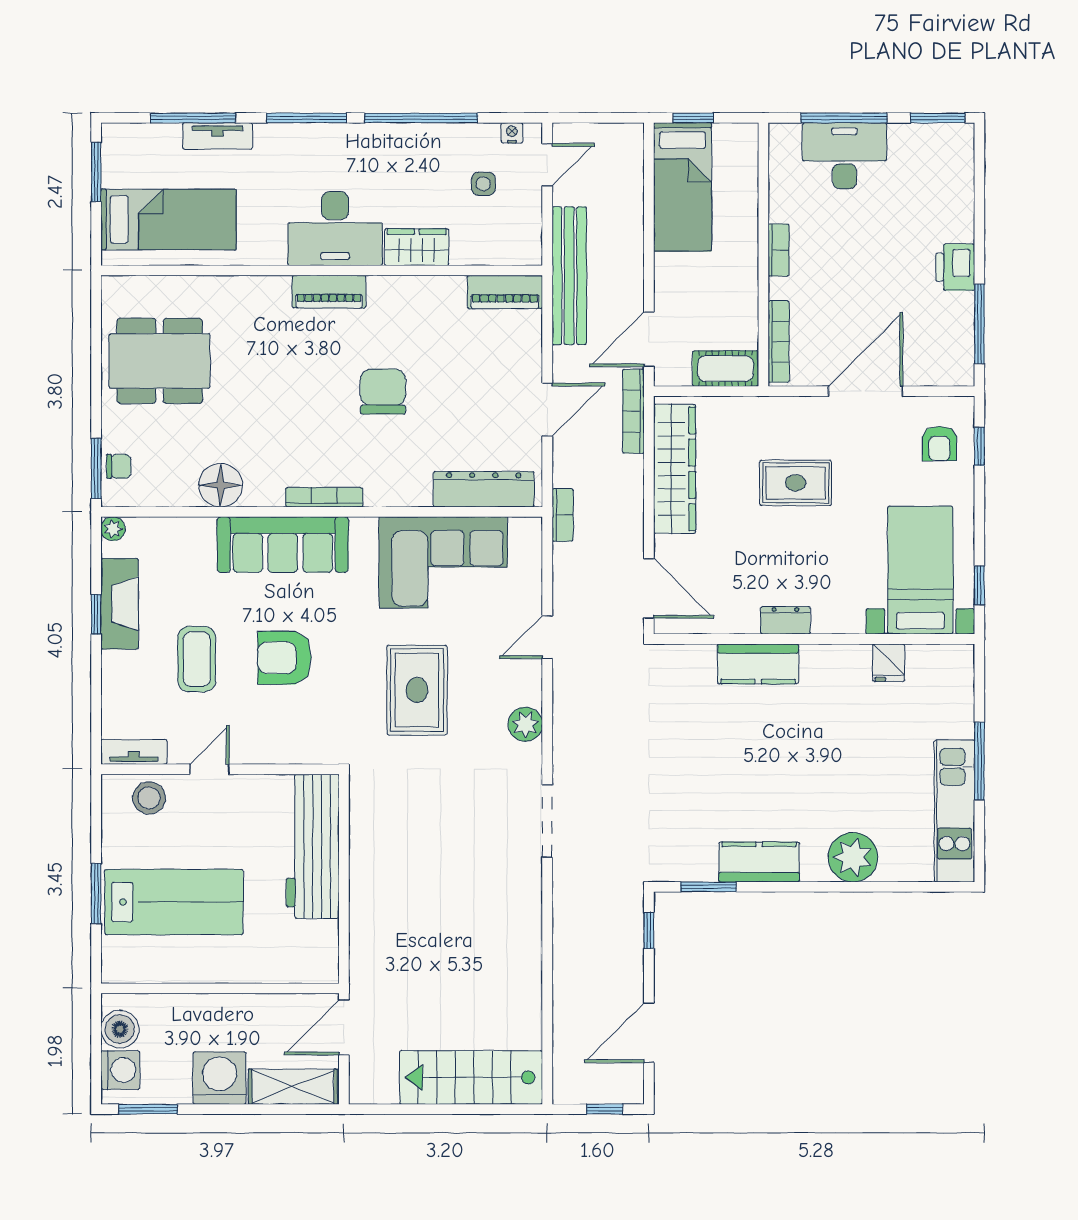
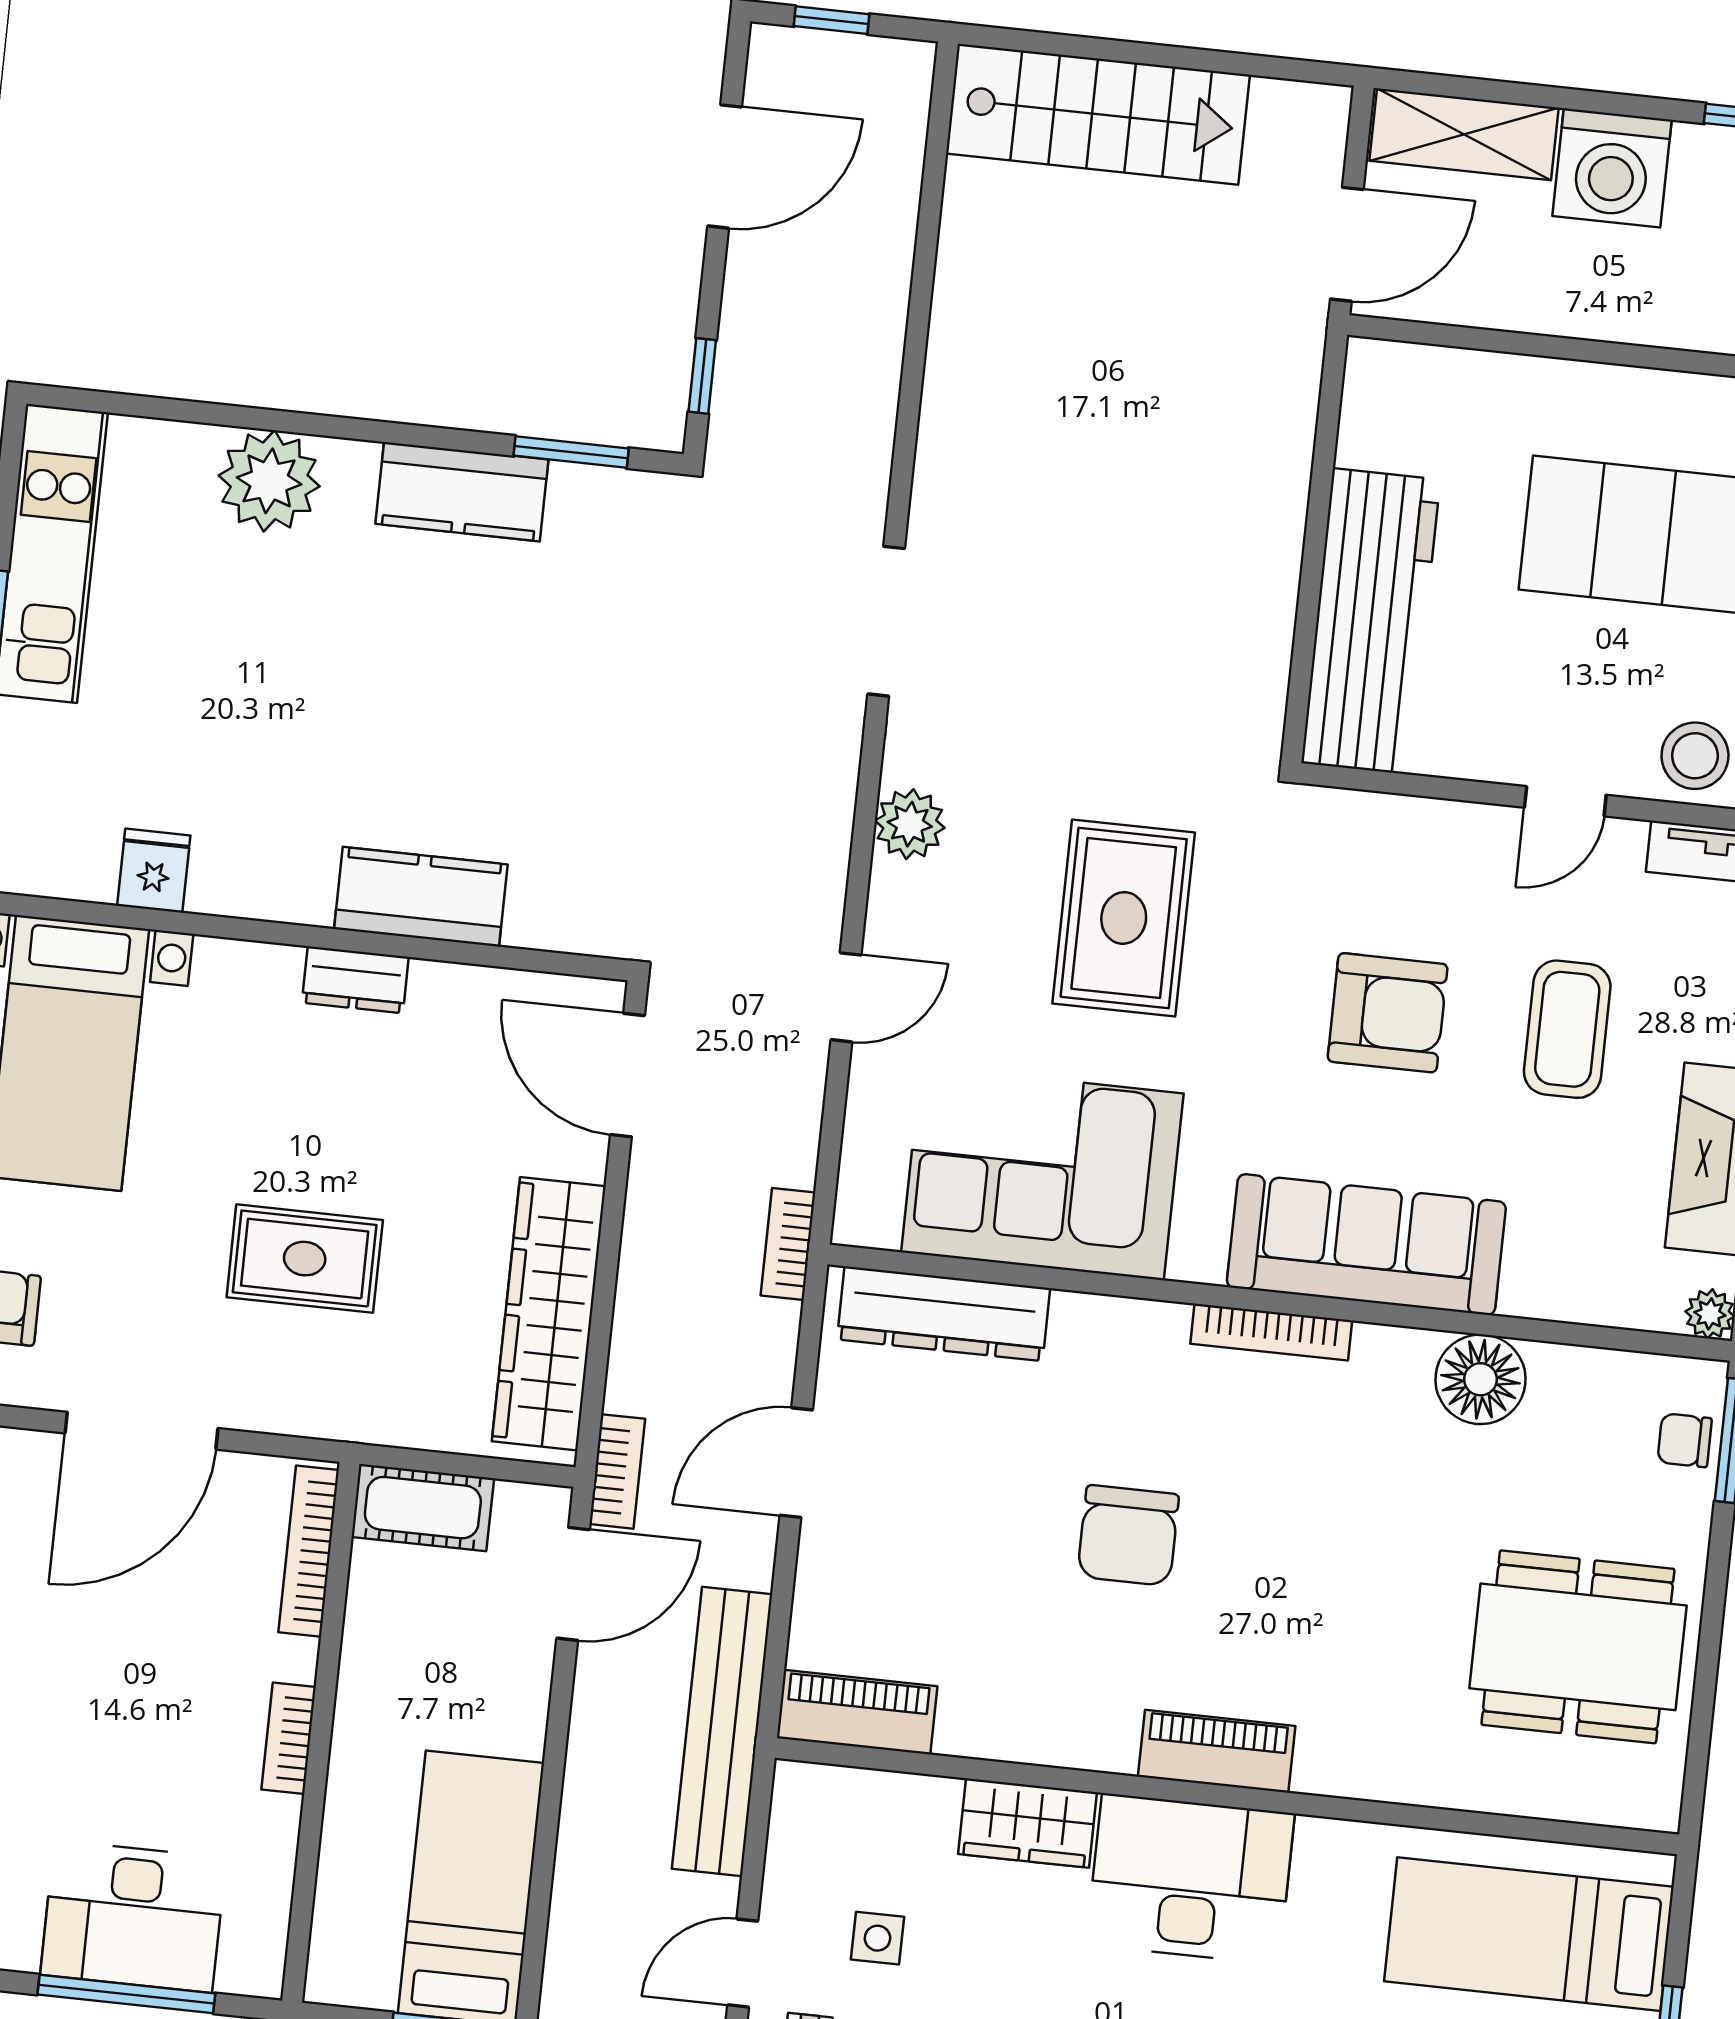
bookcase: (633, 411) -> (617, 1471), width x0.64

